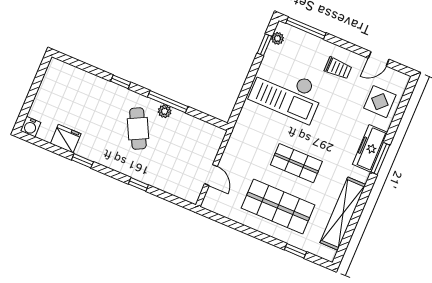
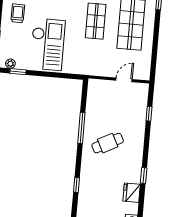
window: (121, 82) -> (76, 185), moved
plant: (165, 111) -> (89, 128), removed
window: (138, 184) -> (149, 114), moved

